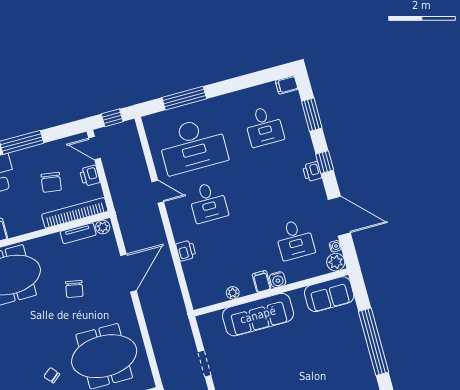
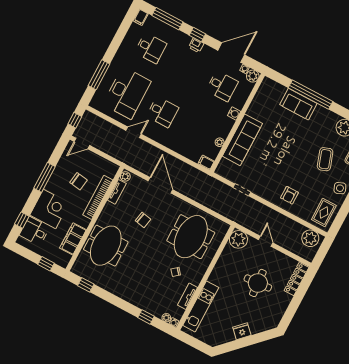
window: (312, 115) -> (167, 19), width x1.44
printer: (90, 176) -> (93, 159), removed
bookcase: (75, 213) -> (98, 197), moved
printer: (186, 251) -> (176, 146), removed
filing cabinet: (262, 281) -> (206, 163), moved
sofa: (329, 294) -> (298, 104), moved, turned 90

